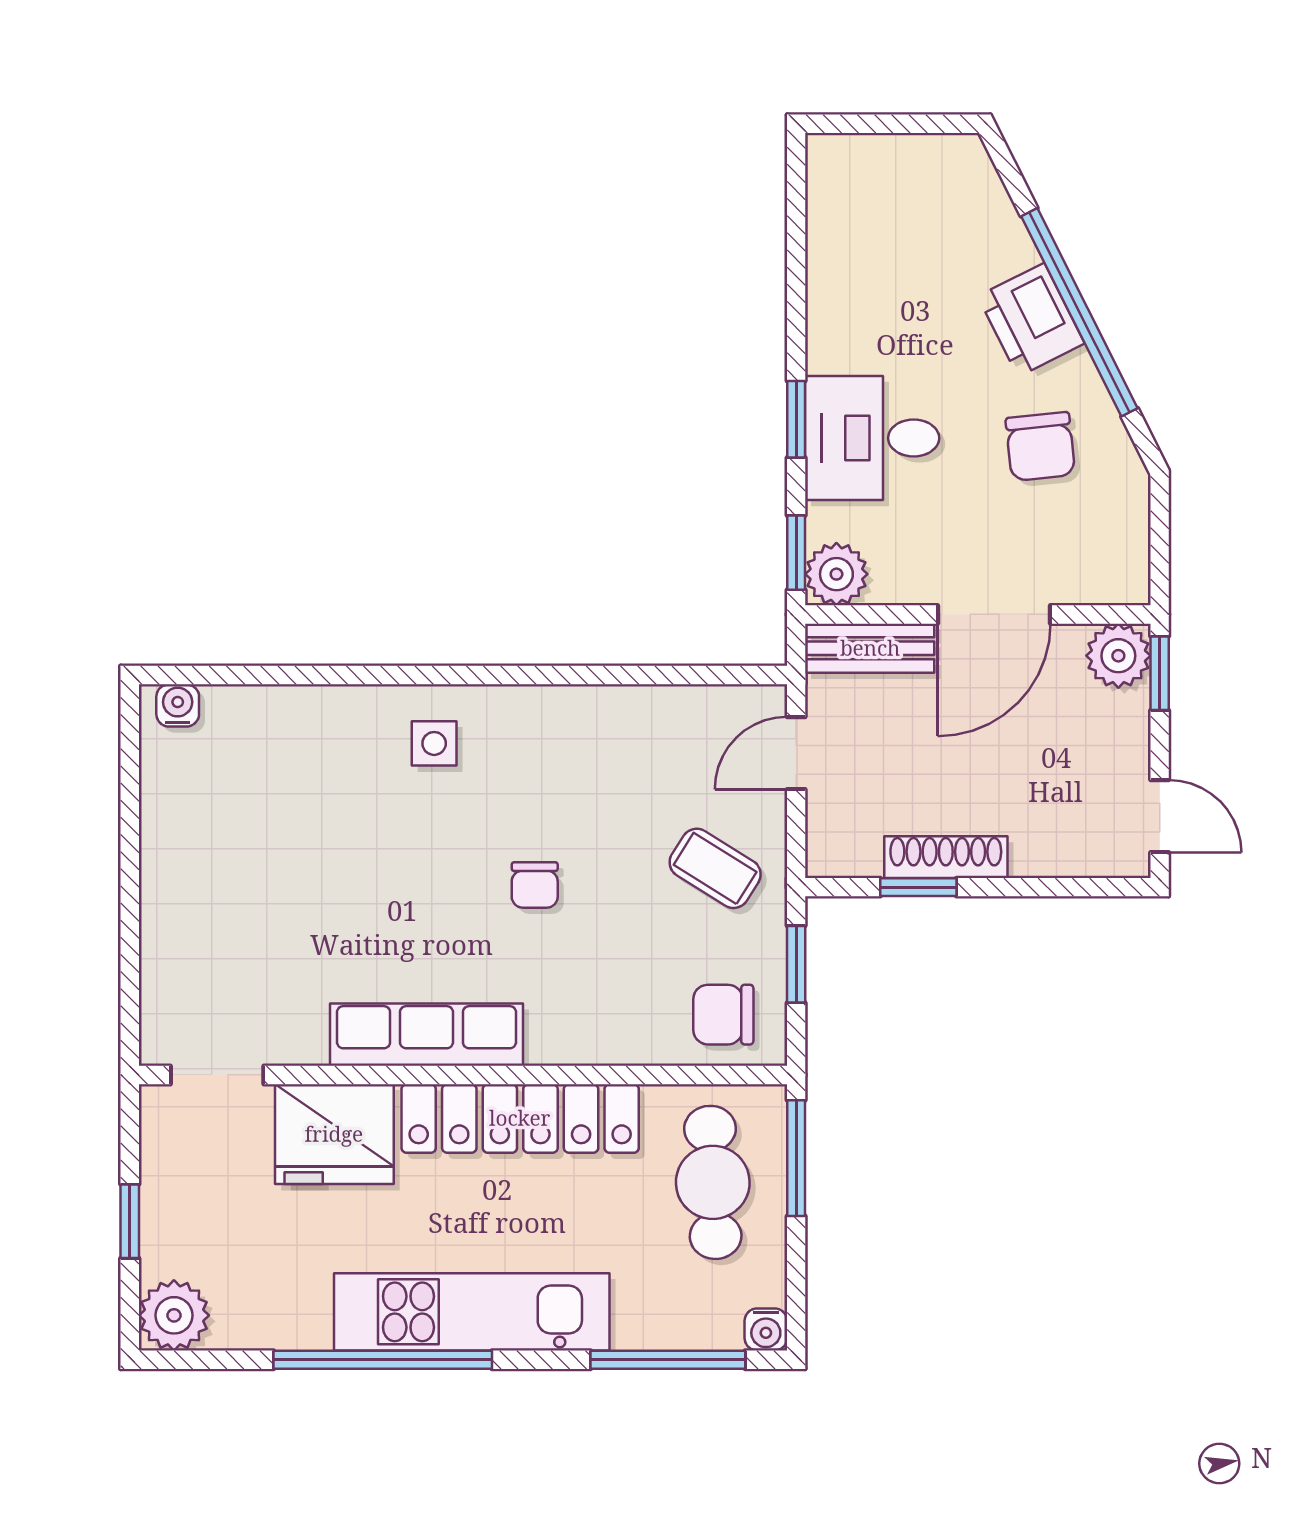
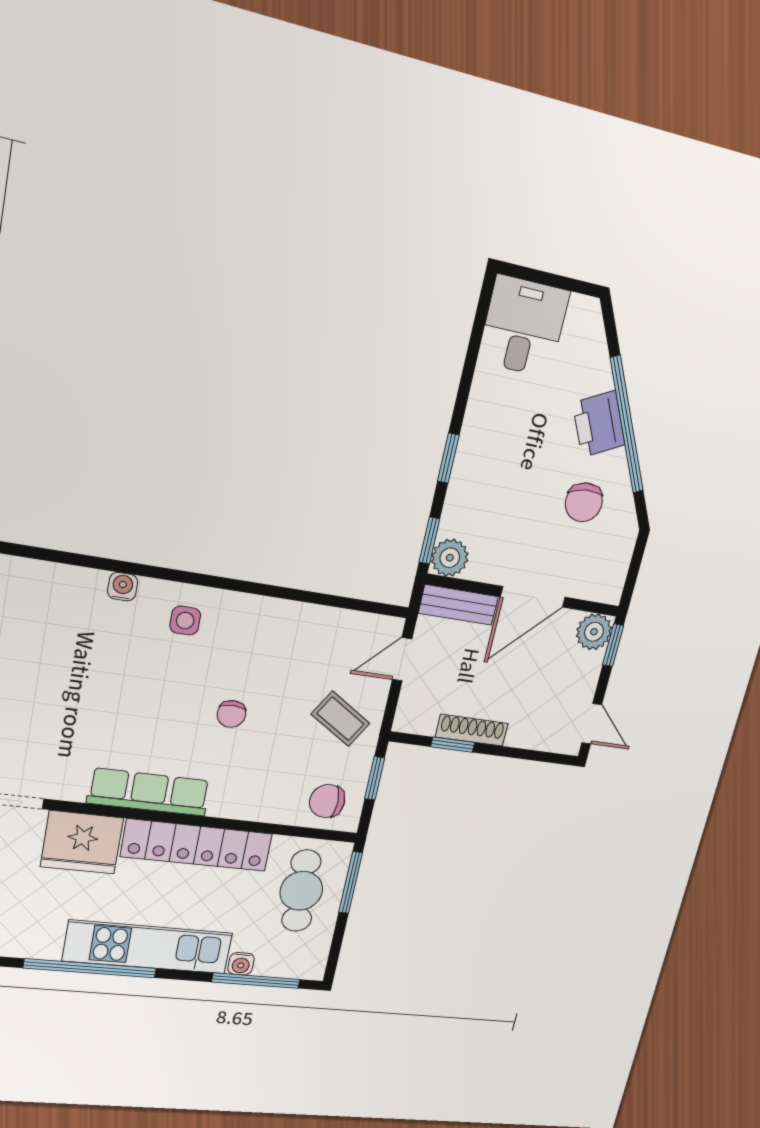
desk: (872, 438) -> (524, 326), moved, turned 90
water cooler: (178, 705) -> (123, 587), moved
water cooler: (766, 1329) -> (241, 964), moved

